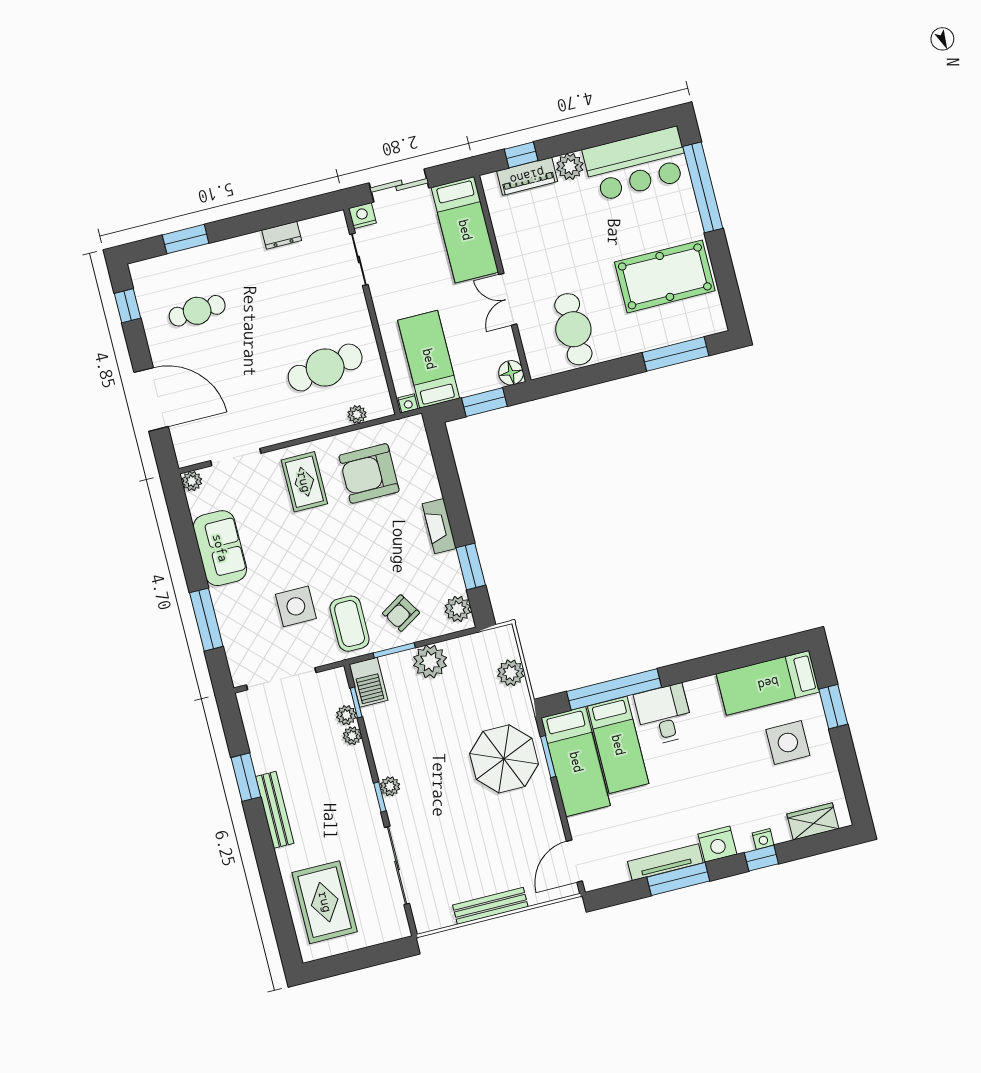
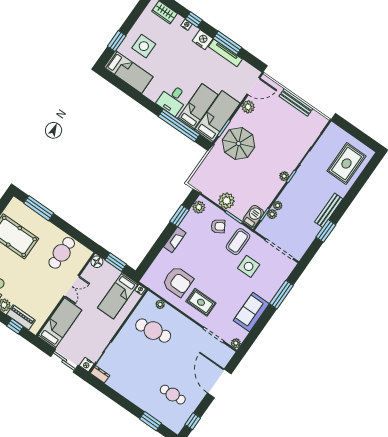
dresser: (282, 235) -> (100, 374), moved
rug: (304, 482) -> (201, 302), turned 90
plant: (511, 673) -> (248, 107), moved

